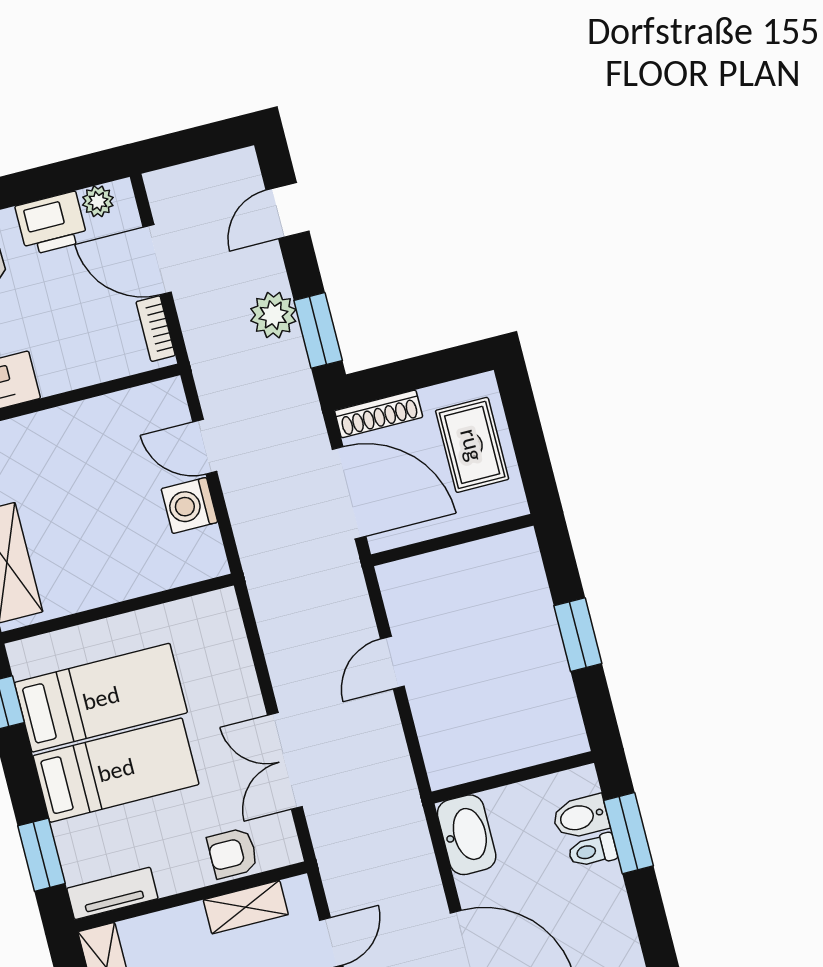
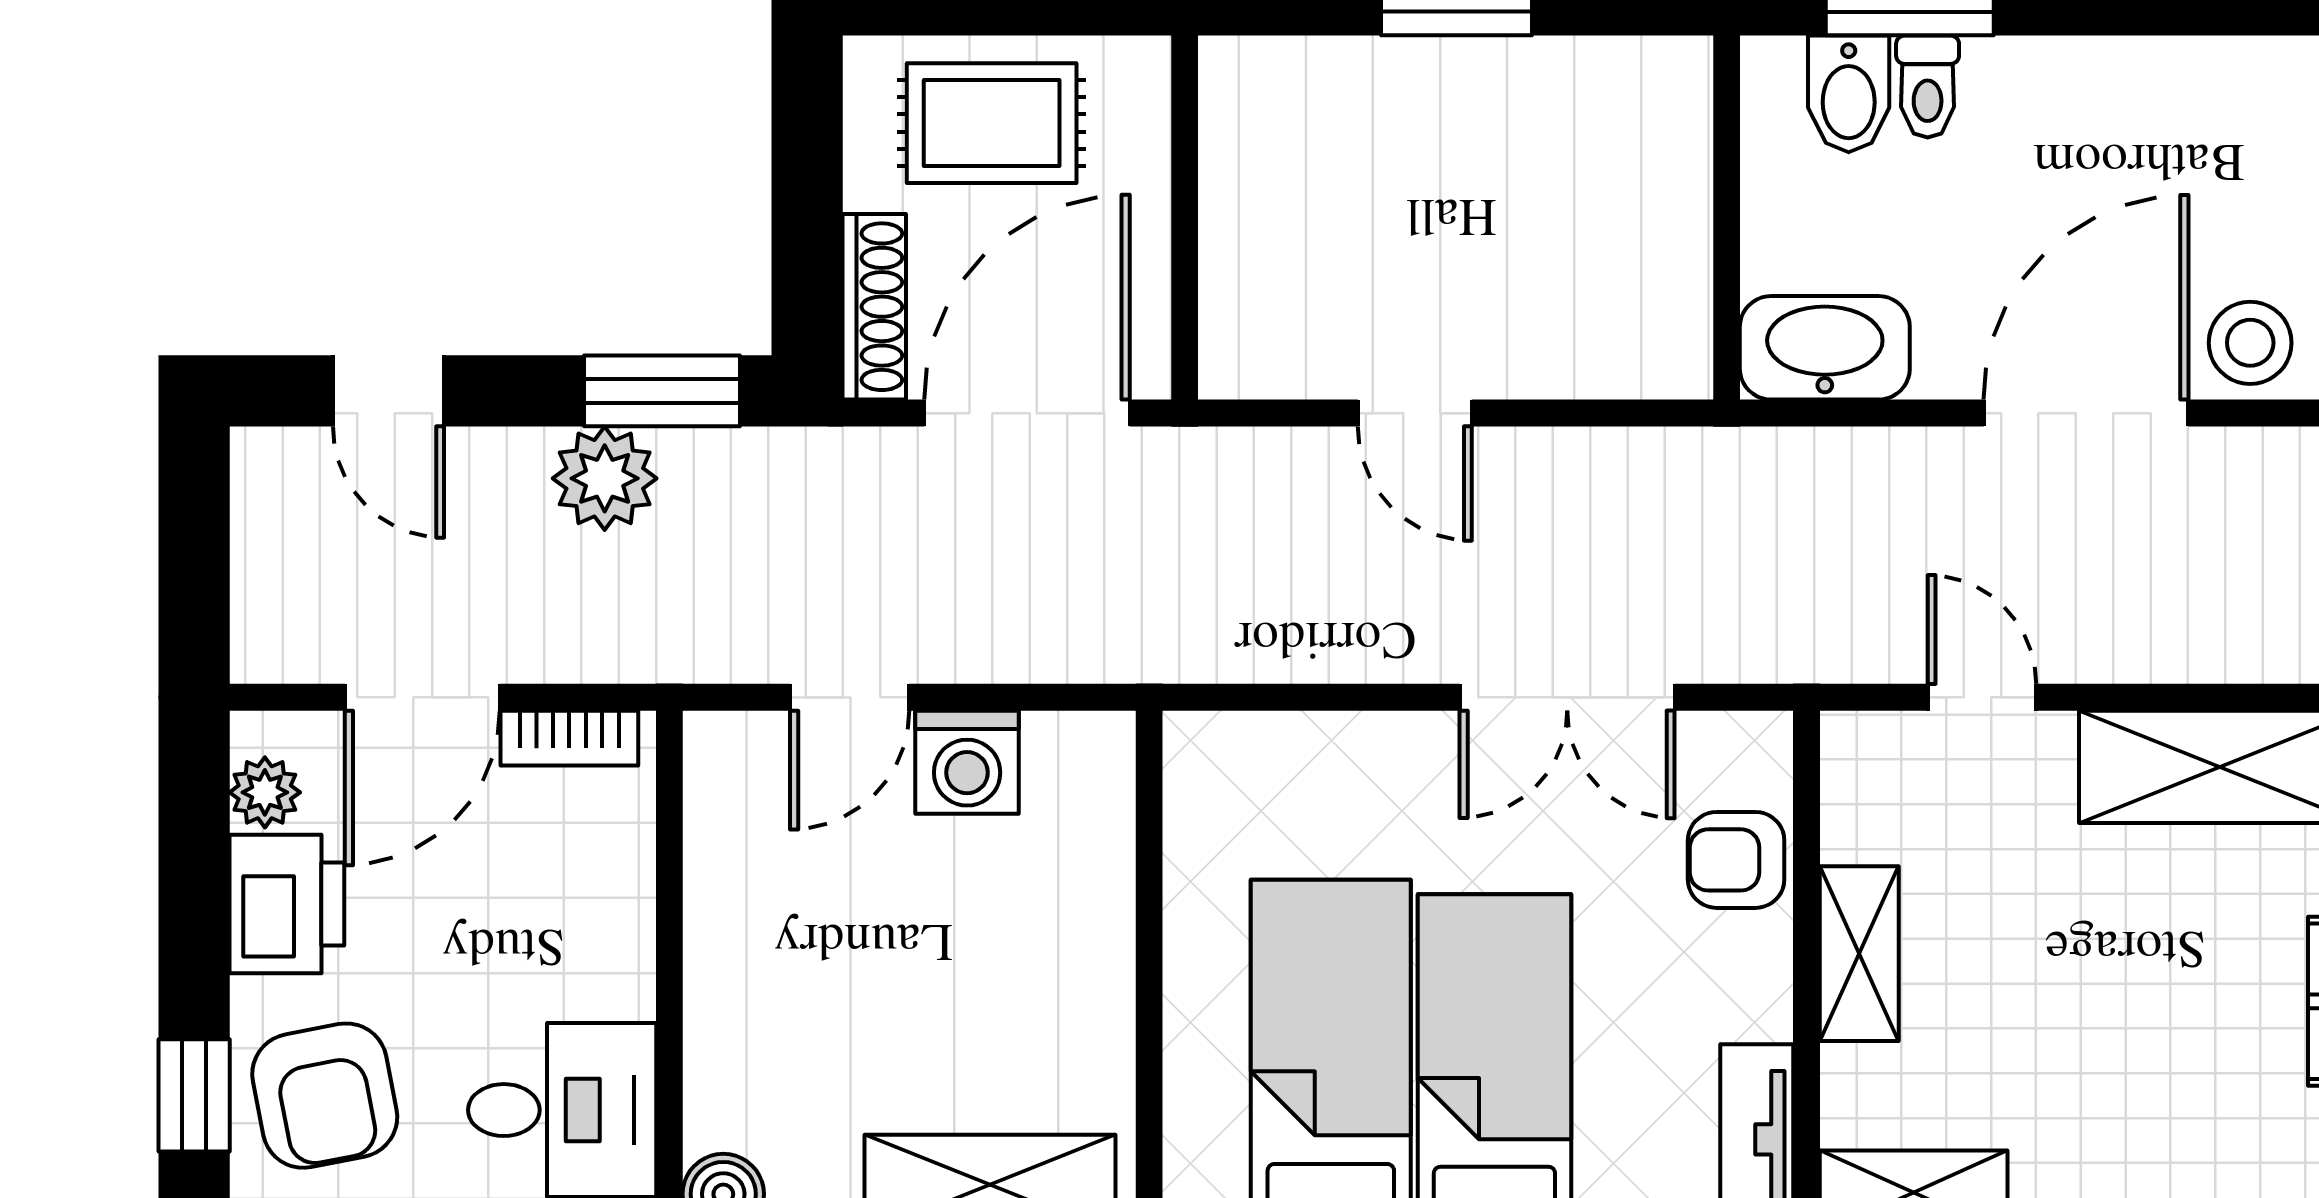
armchair: (232, 853) -> (1736, 860), turned 90
shelving: (246, 907) -> (1859, 954), moved

